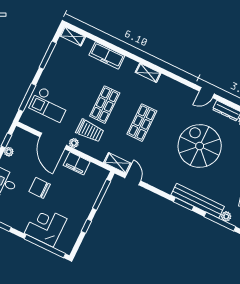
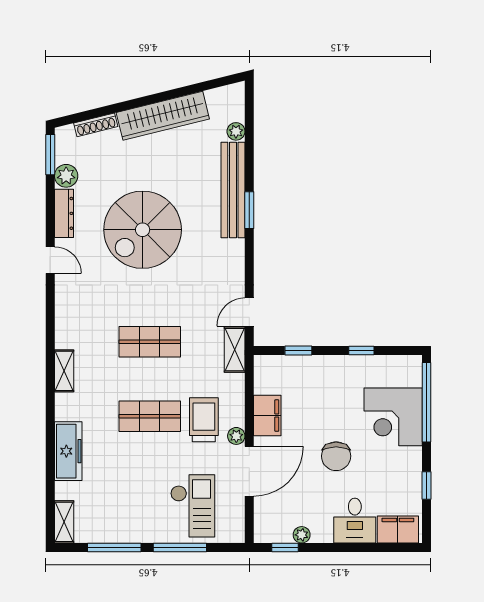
window: (27, 97) -> (180, 547), moved
window: (102, 195) -> (298, 351), width x0.46
window: (220, 222) -> (249, 137), removed

